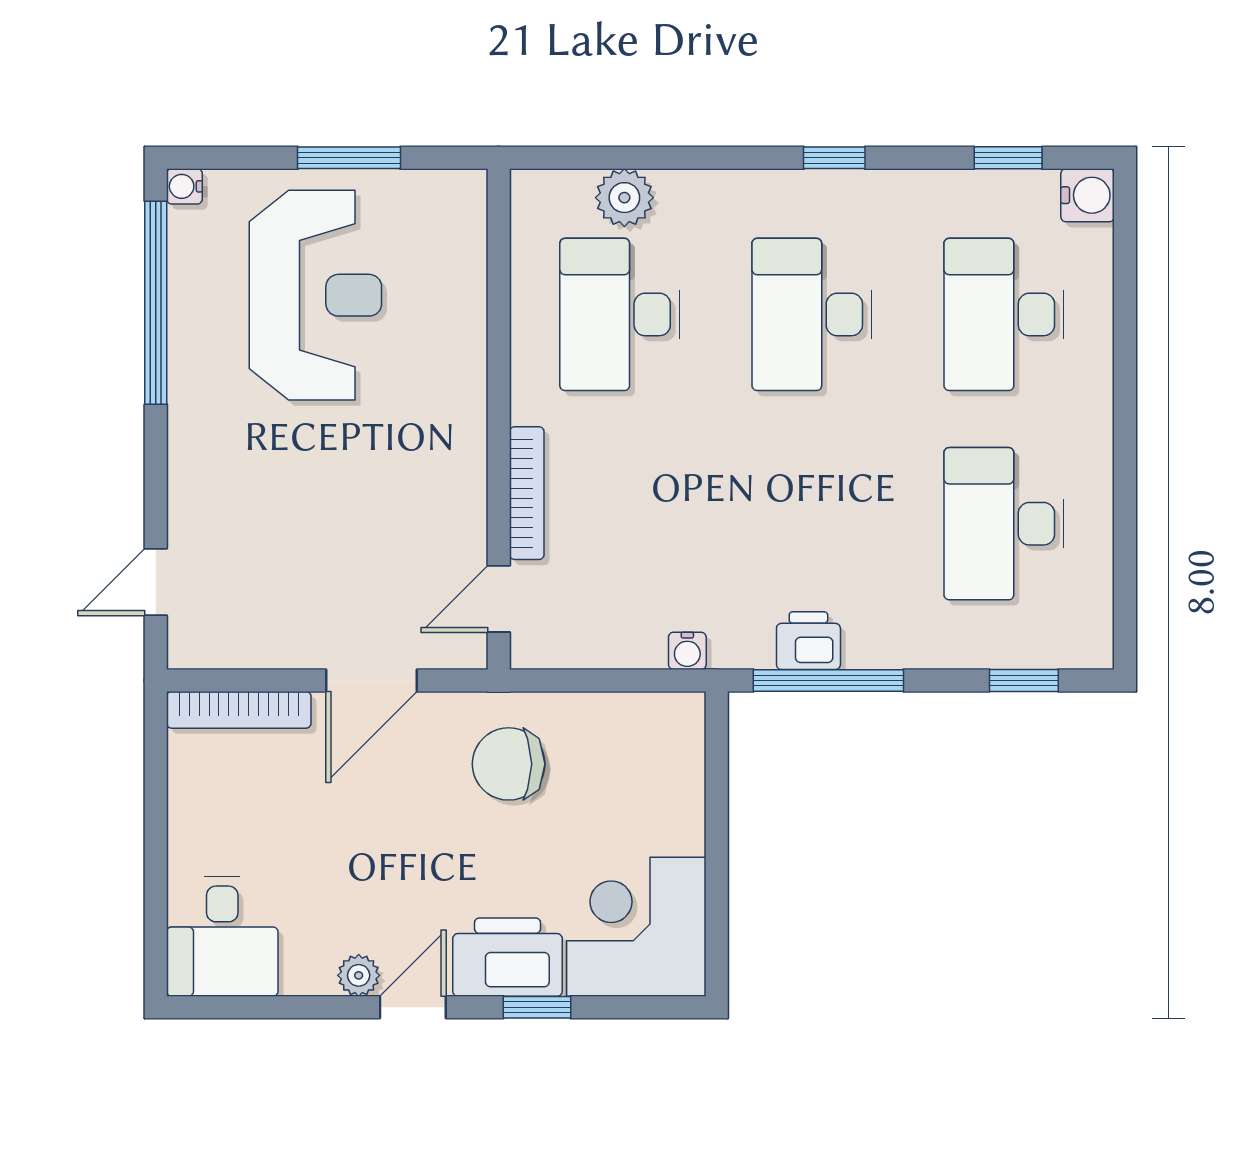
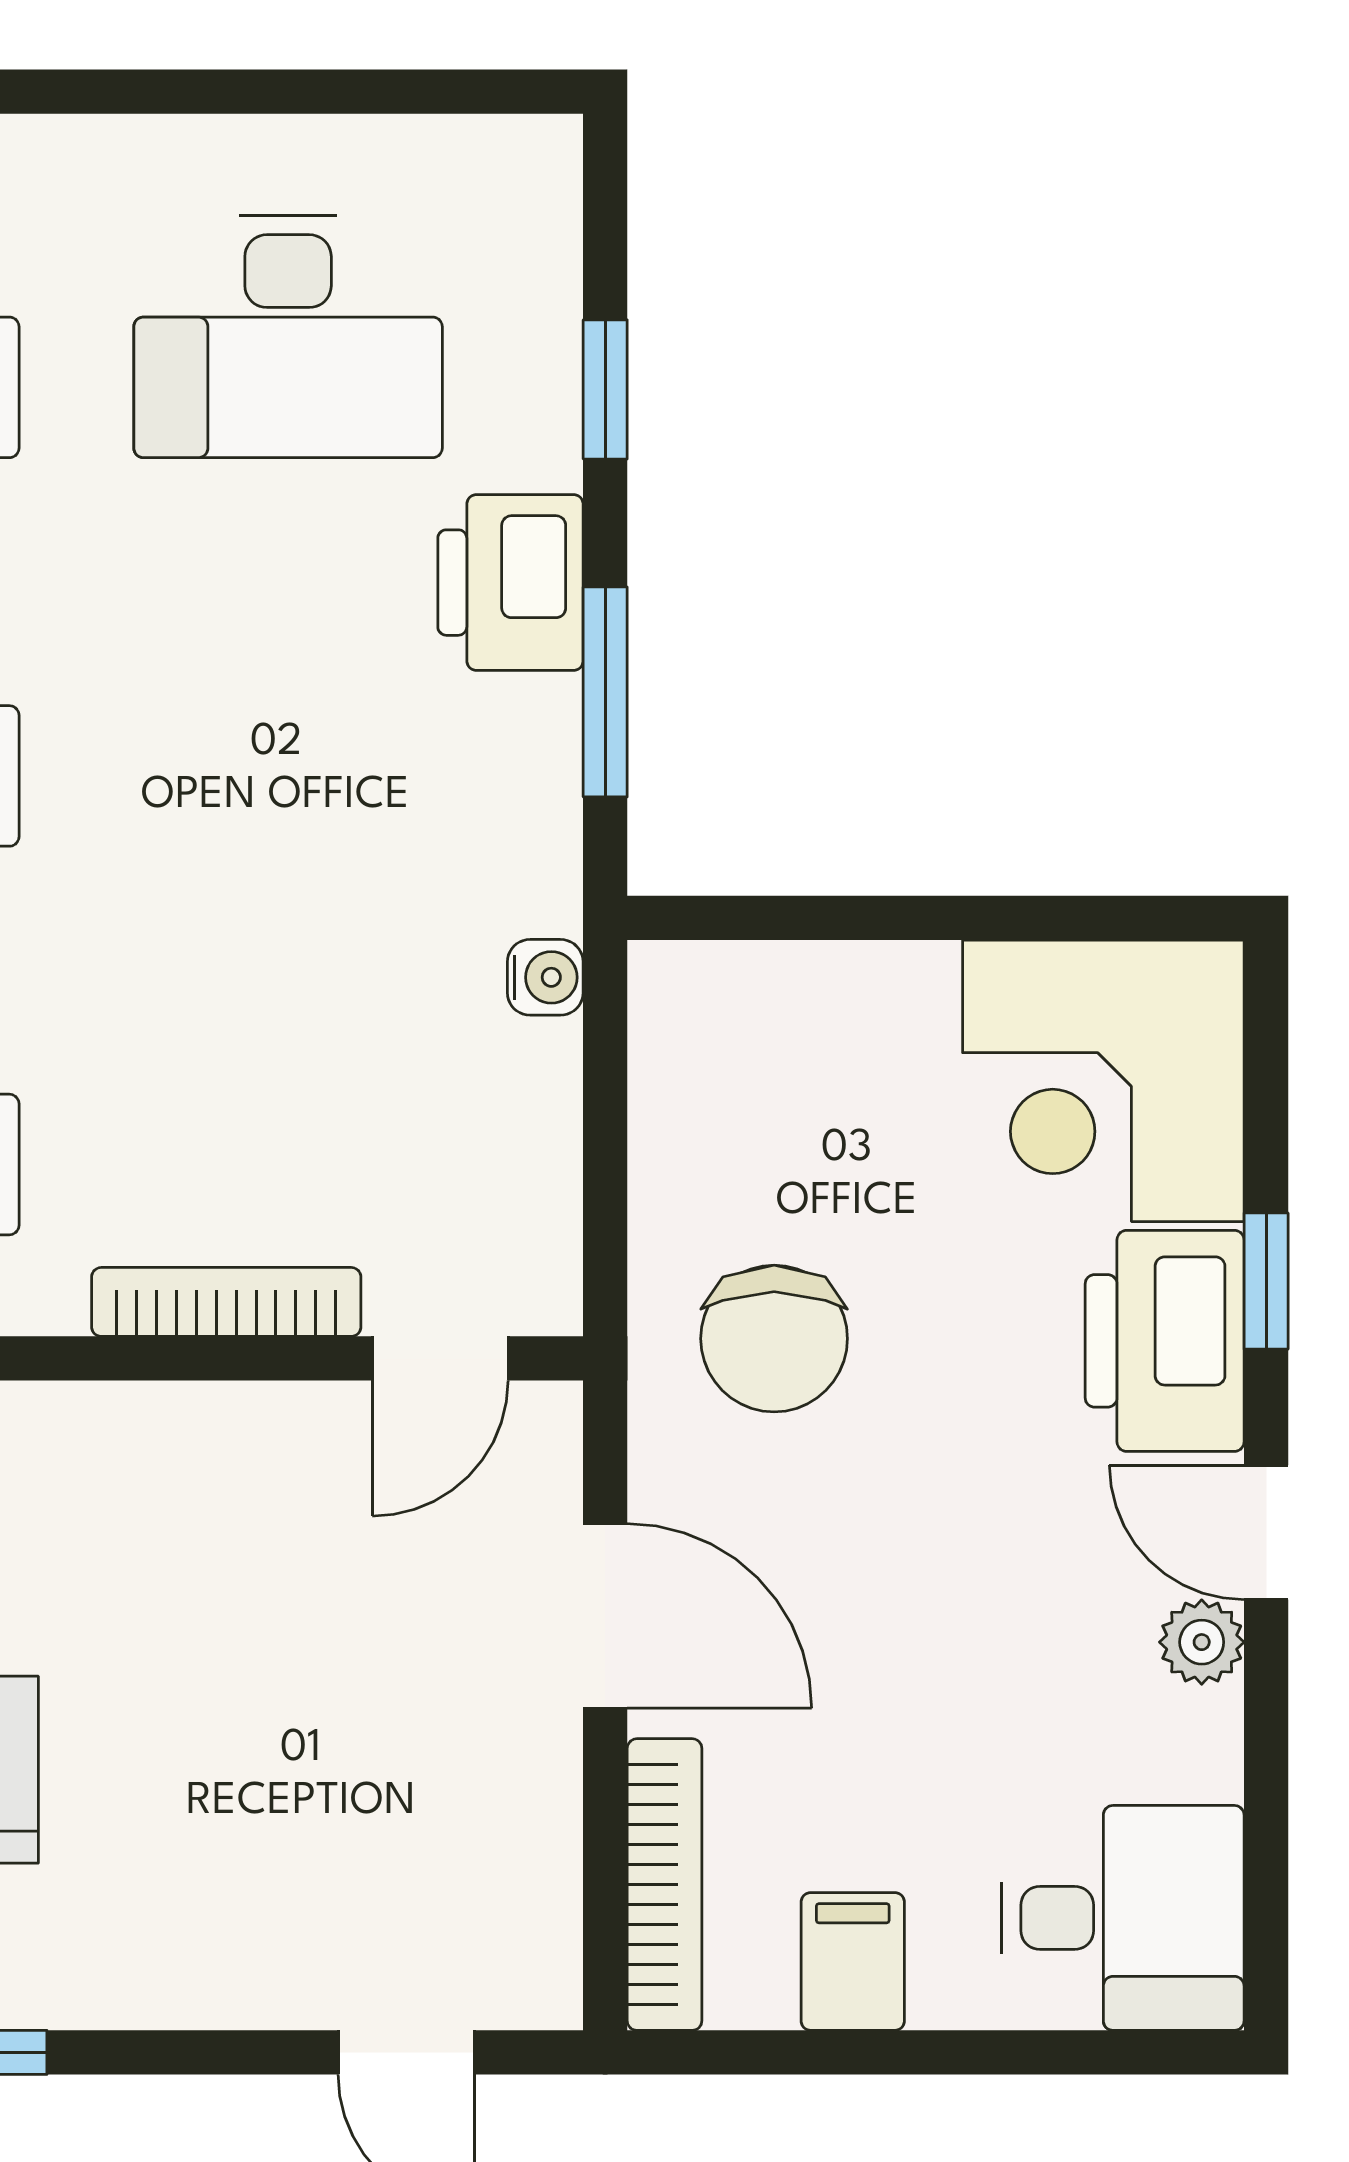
door: (499, 599) -> (440, 1358), hinge flipped
printer: (808, 641) -> (510, 583), moved, width x1.36, depth x1.24
window: (828, 680) -> (605, 692), width x0.69
window: (1024, 680) -> (605, 389), moved
filing cabinet: (201, 803) -> (853, 1961), added

